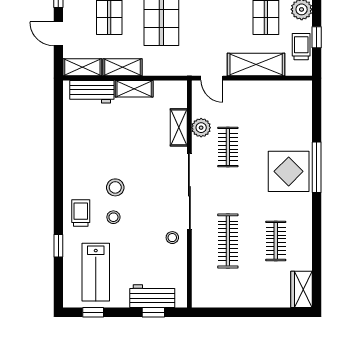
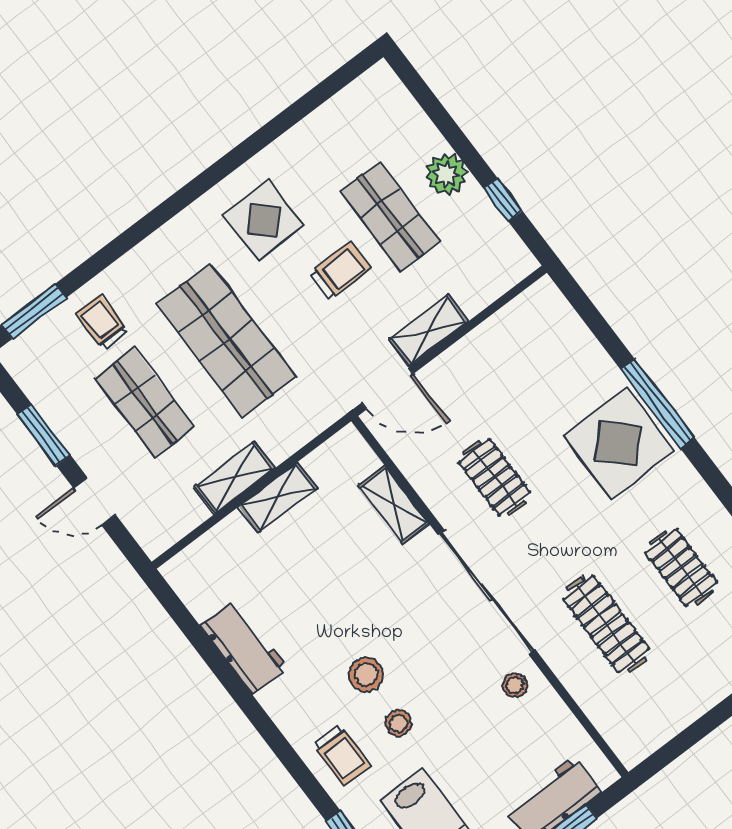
trolley: (301, 47) -> (340, 271), moved, turned 90
shelving: (256, 65) -> (429, 330), width x0.67, depth x0.75
shelving: (82, 67) -> (172, 525), removed
door: (212, 78) -> (387, 388), width x1.38
workbench: (92, 92) -> (244, 647), moved, turned -90
plant: (201, 128) -> (429, 479), removed
trolley: (81, 213) -> (342, 755), turned 180

